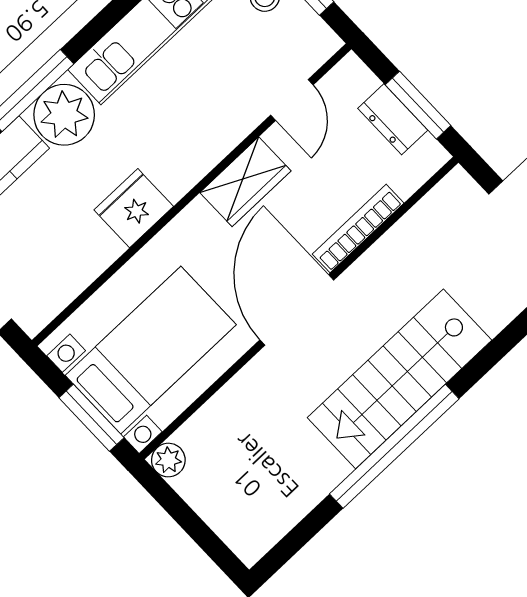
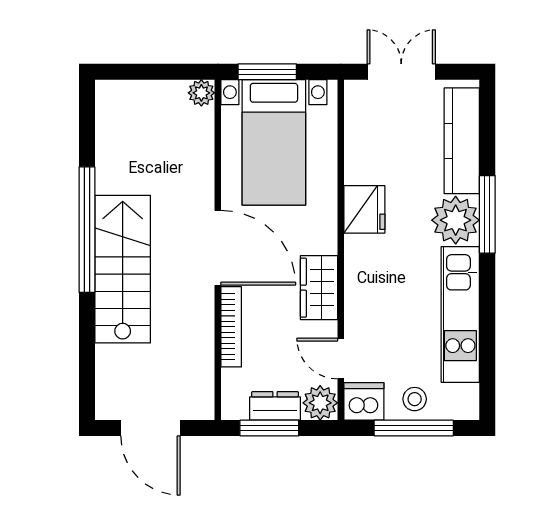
dishwasher: (311, 41) -> (364, 401), added
plant: (350, 80) -> (320, 403), added

